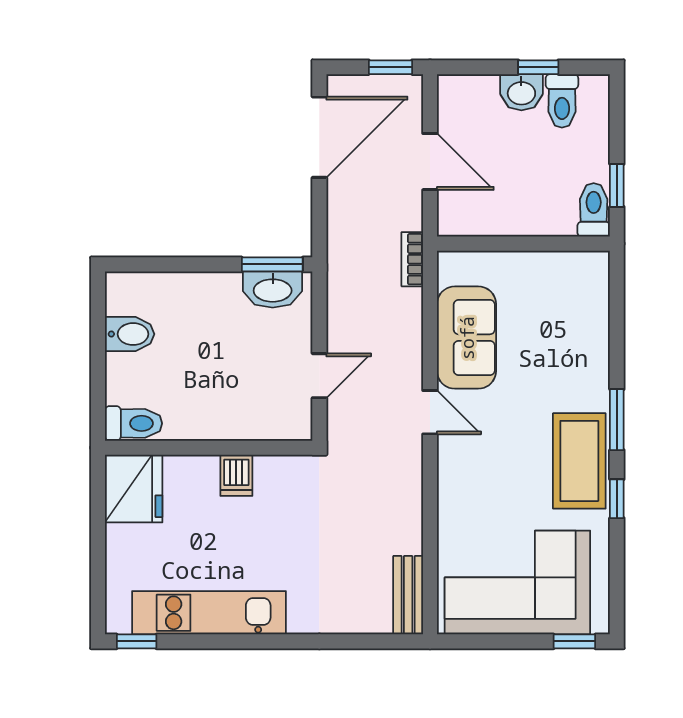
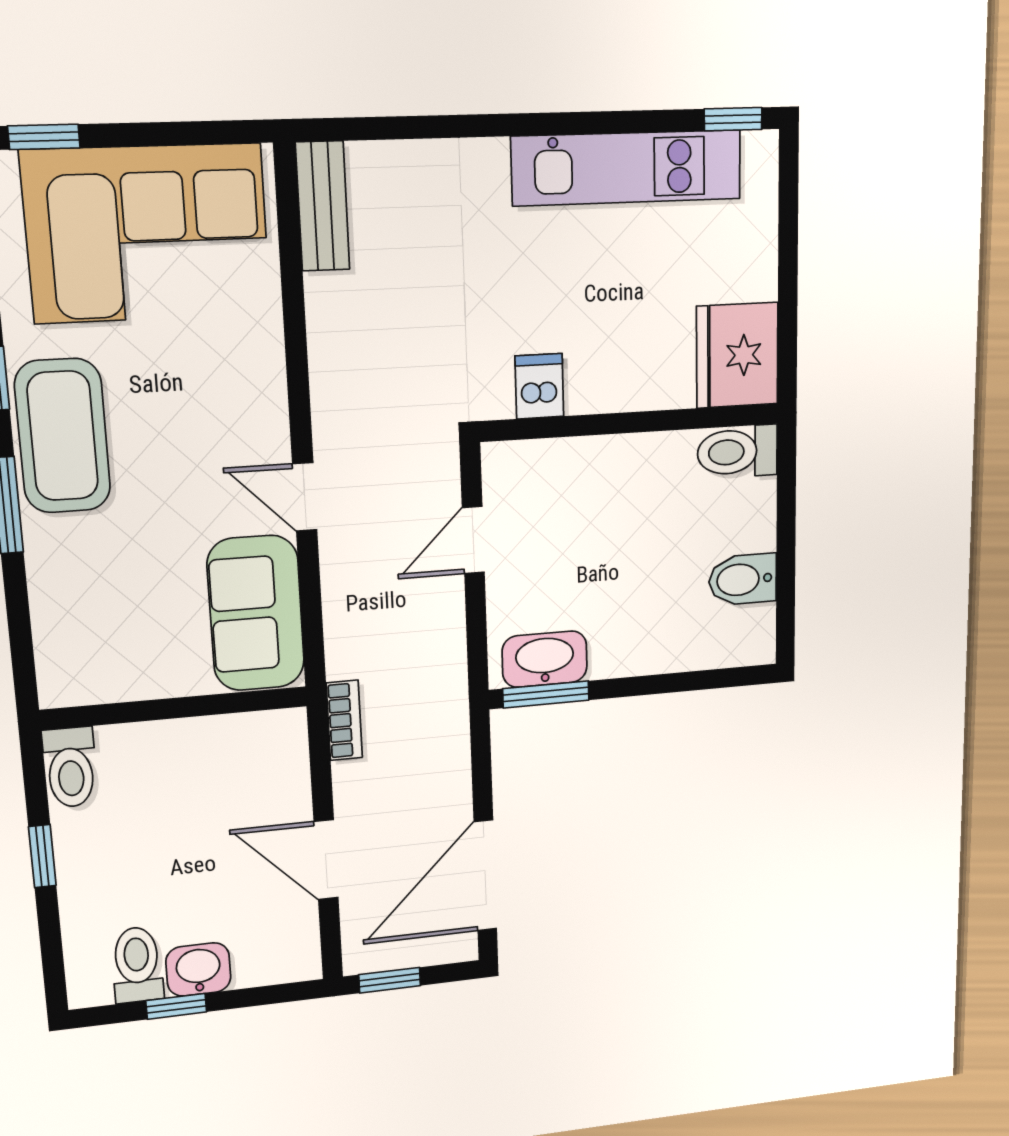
toilet: (594, 210) -> (70, 767), moved
wall: (523, 244) -> (175, 708), moved
dishwasher: (236, 475) -> (539, 386), moved

